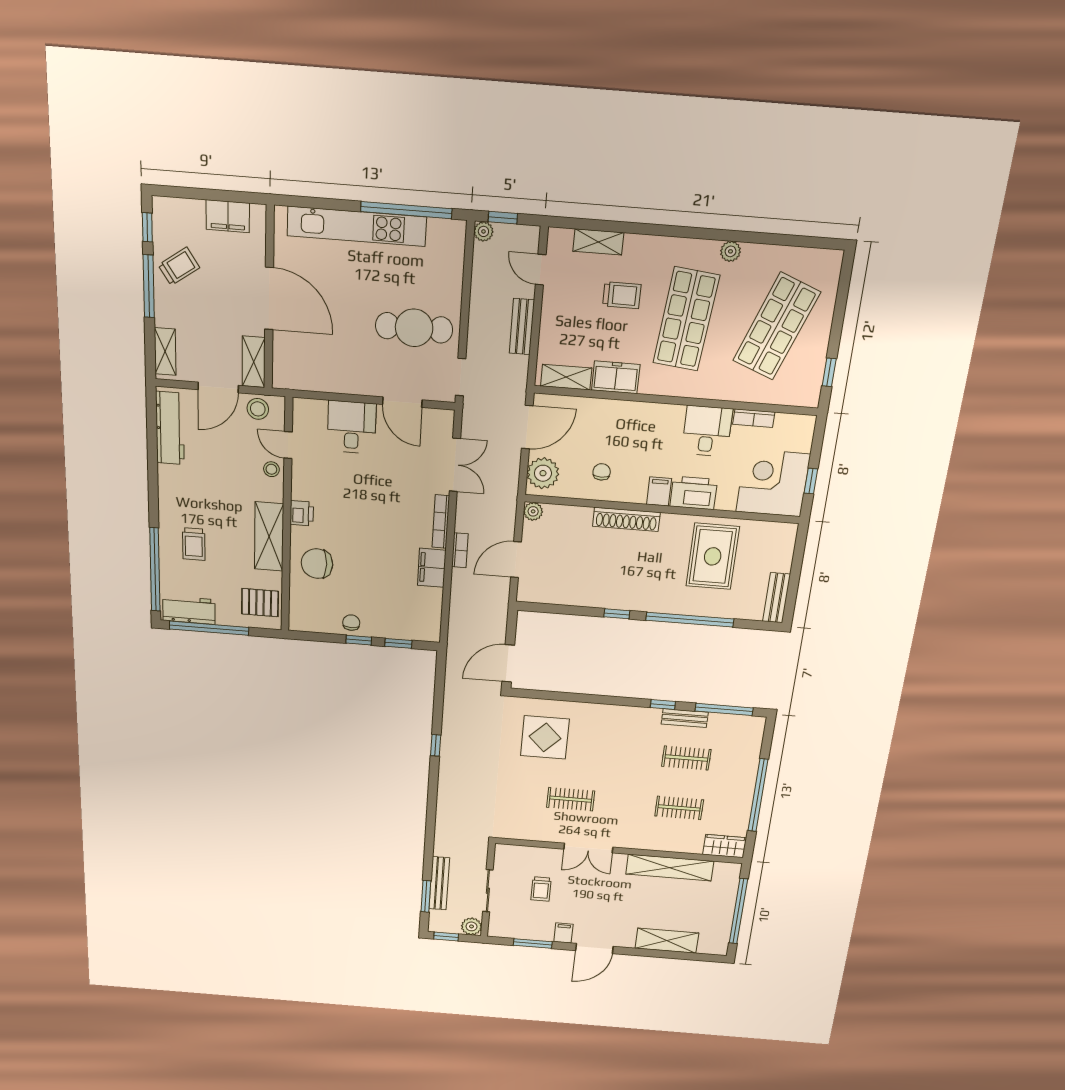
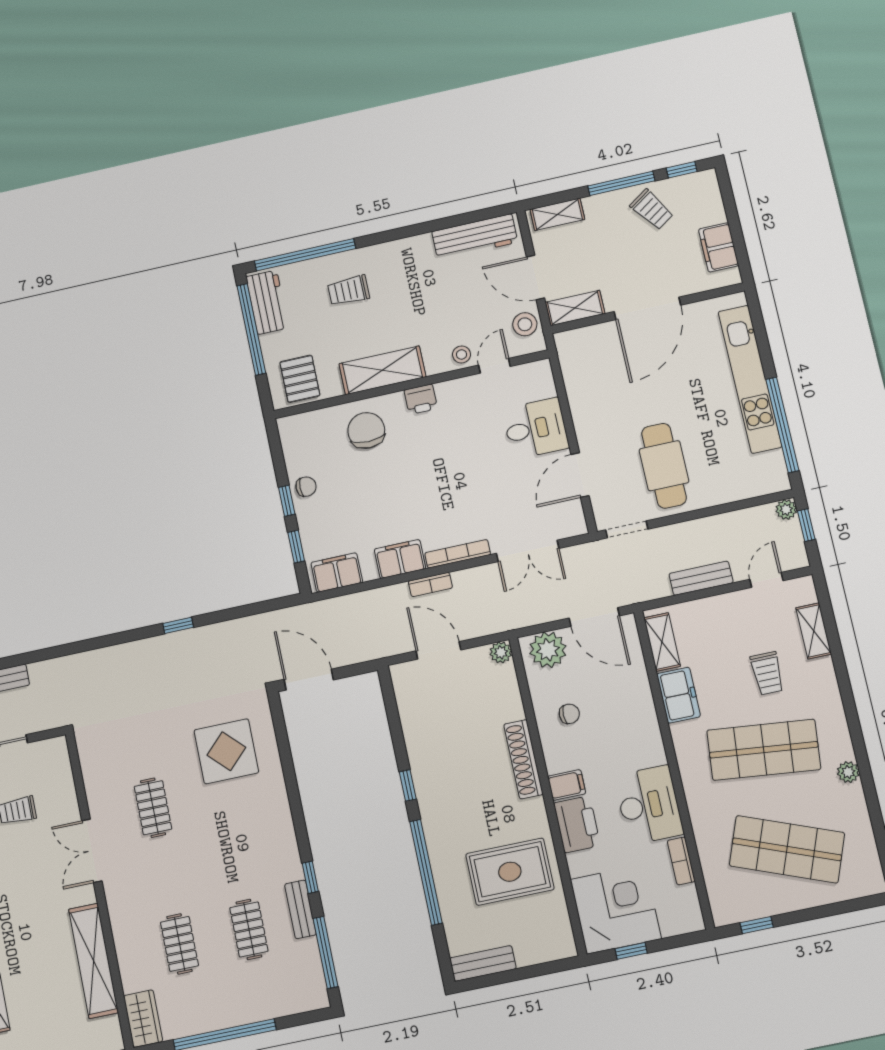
desk: (707, 431) -> (649, 805), width x1.37
filing cabinet: (428, 619) -> (337, 573), added

